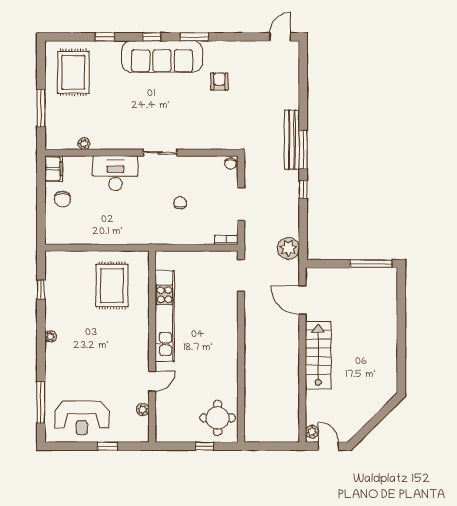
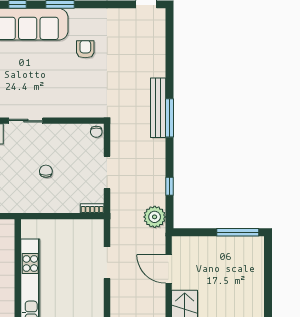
window: (303, 189) -> (169, 186), moved
doorway: (241, 276) -> (107, 263), moved

